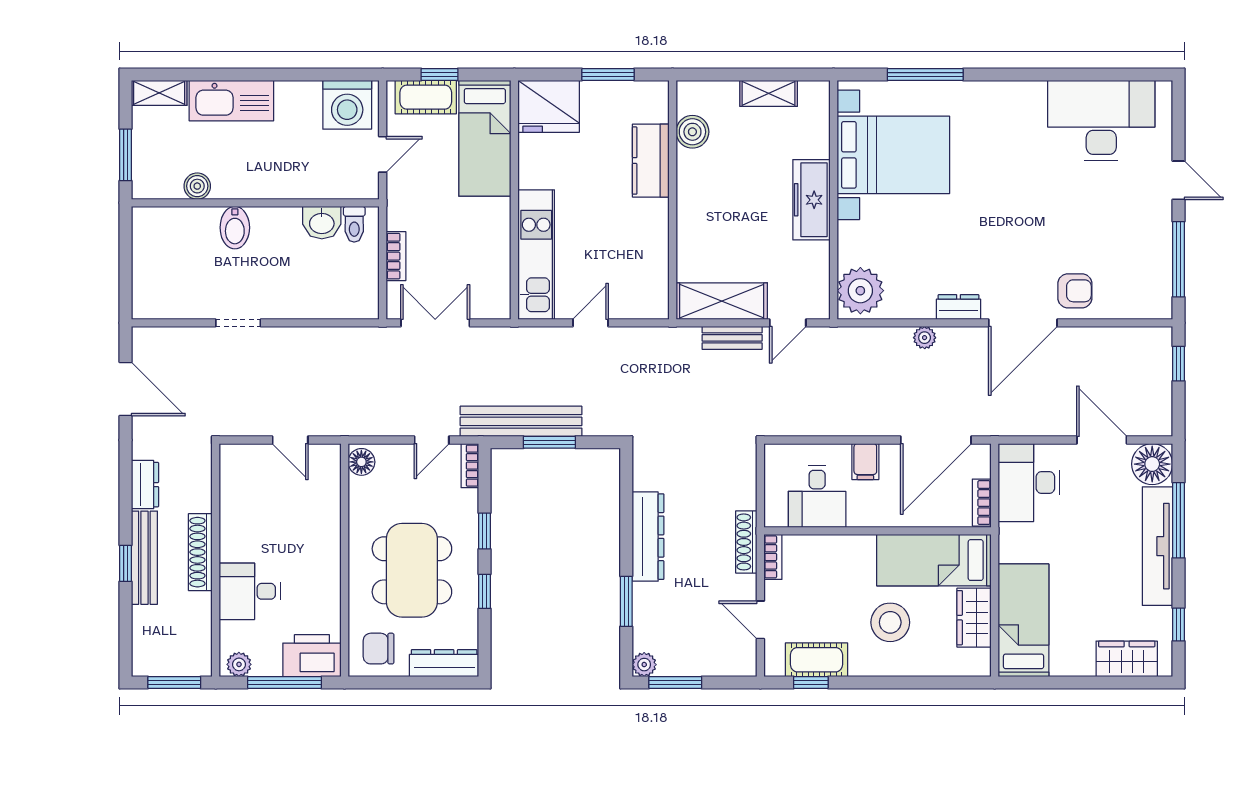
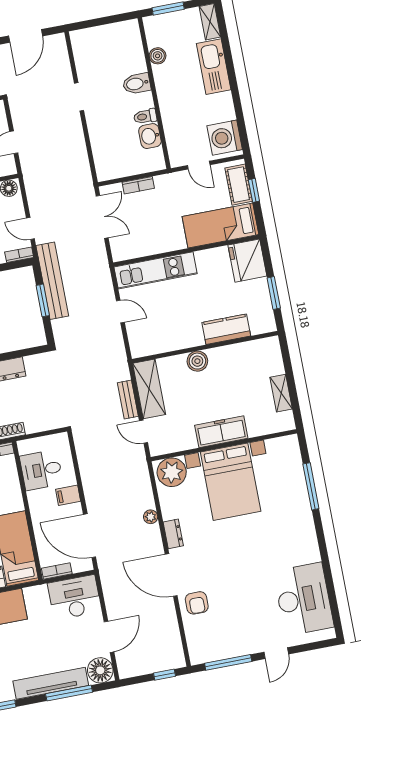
boiler: (692, 132) -> (197, 361), moved
bed with nightstands: (893, 155) -> (231, 482), moved
toilet: (354, 224) -> (145, 116), moved

